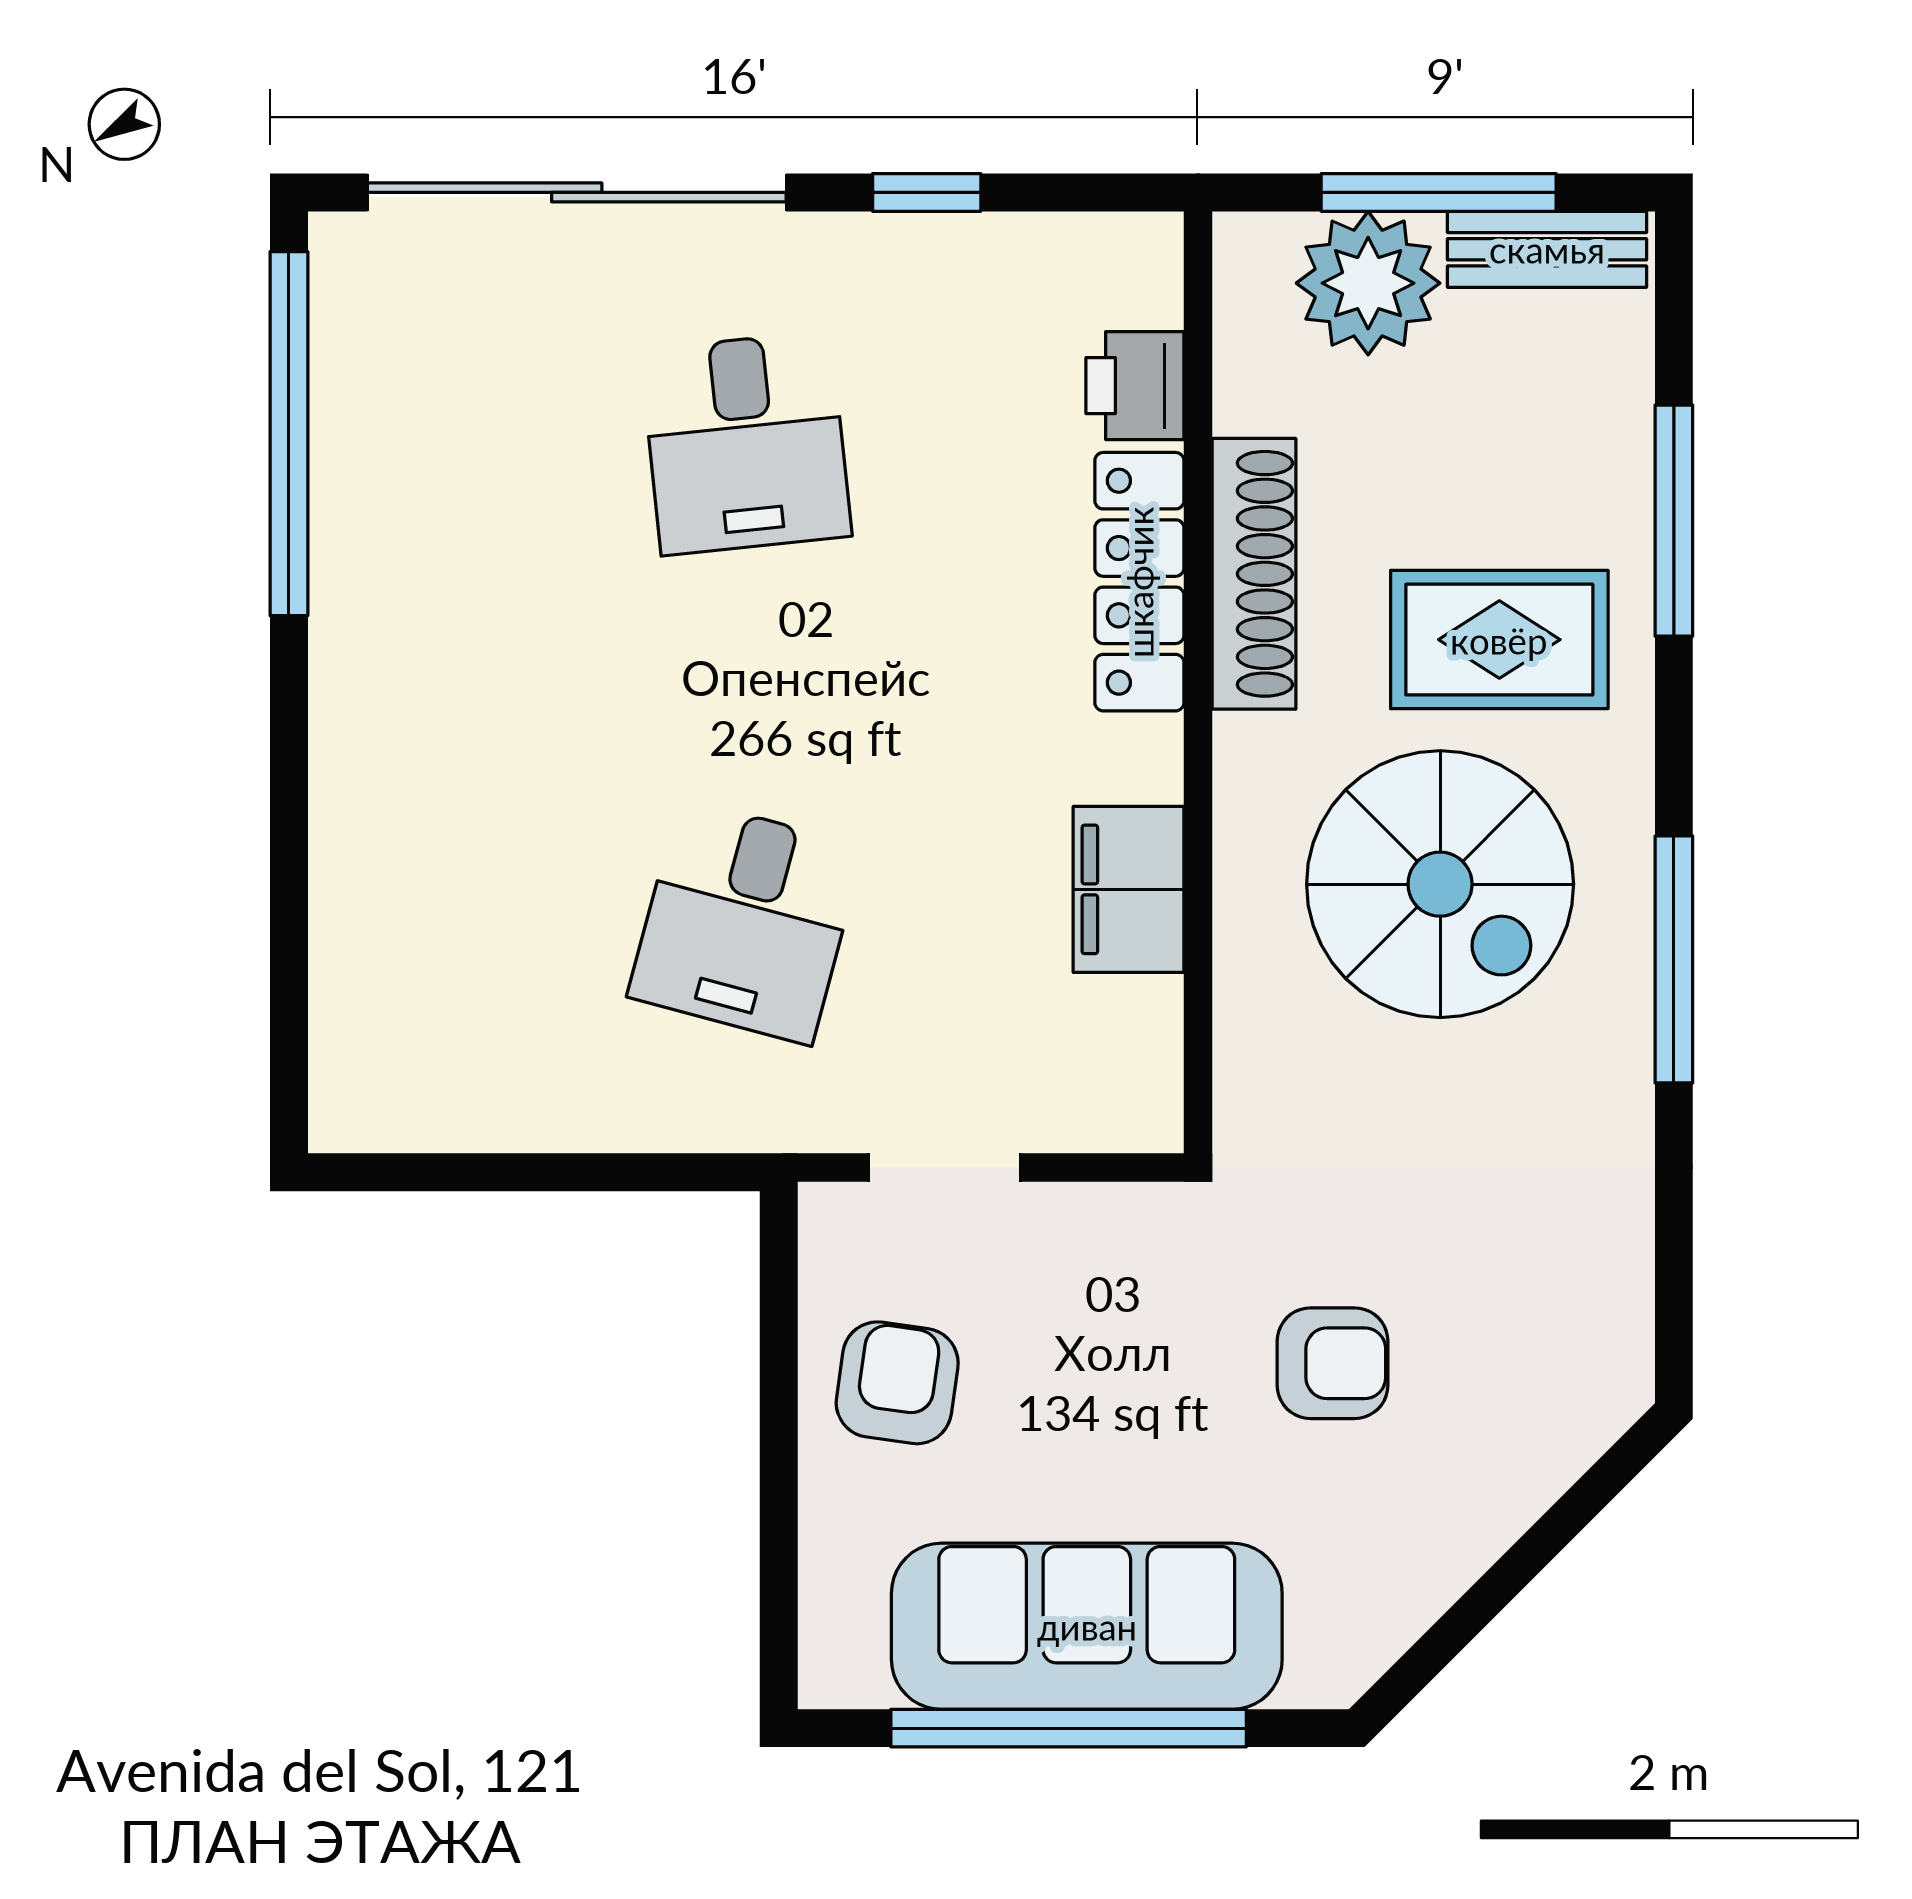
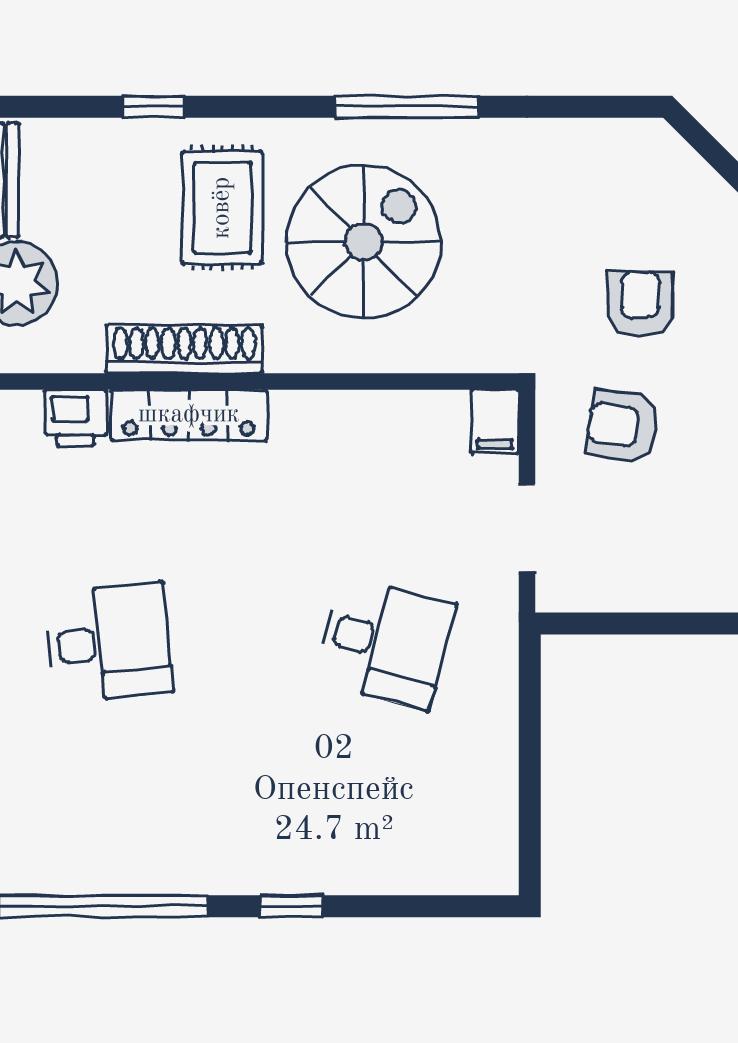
window: (1674, 521) -> (154, 107), width x0.46
window: (289, 759) -> (292, 906), added
filing cabinet: (1129, 889) -> (495, 422), moved, width x0.50
armchair: (897, 1383) -> (623, 426), moved

